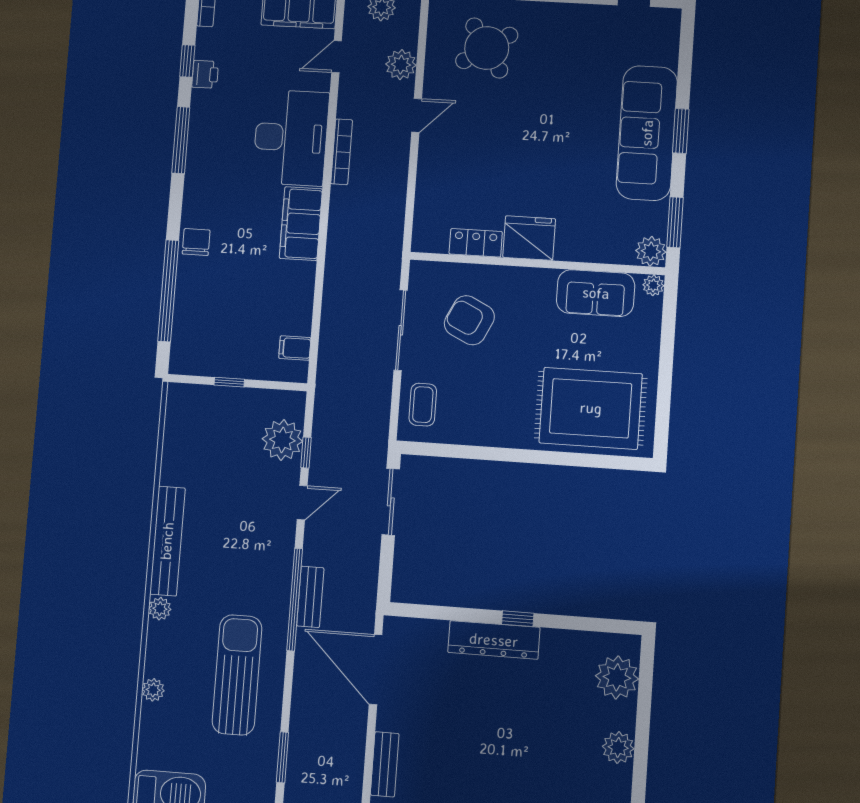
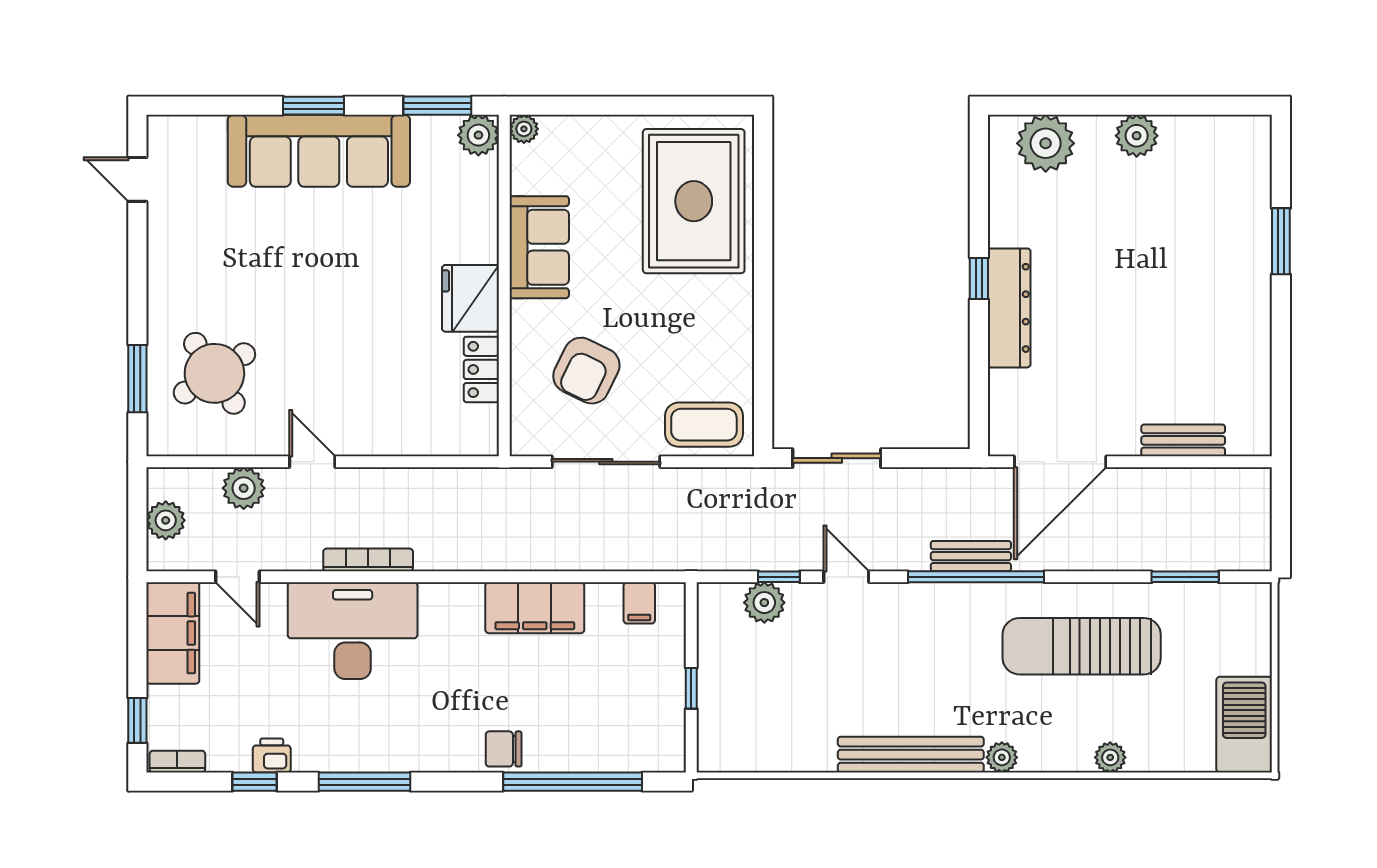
filing cabinet: (301, 224) -> (535, 608), moved
sofa: (596, 293) -> (539, 247), moved
coffee table: (423, 405) -> (704, 425), width x1.36, depth x1.30
plant: (282, 440) -> (764, 603), width x0.73, depth x0.73

